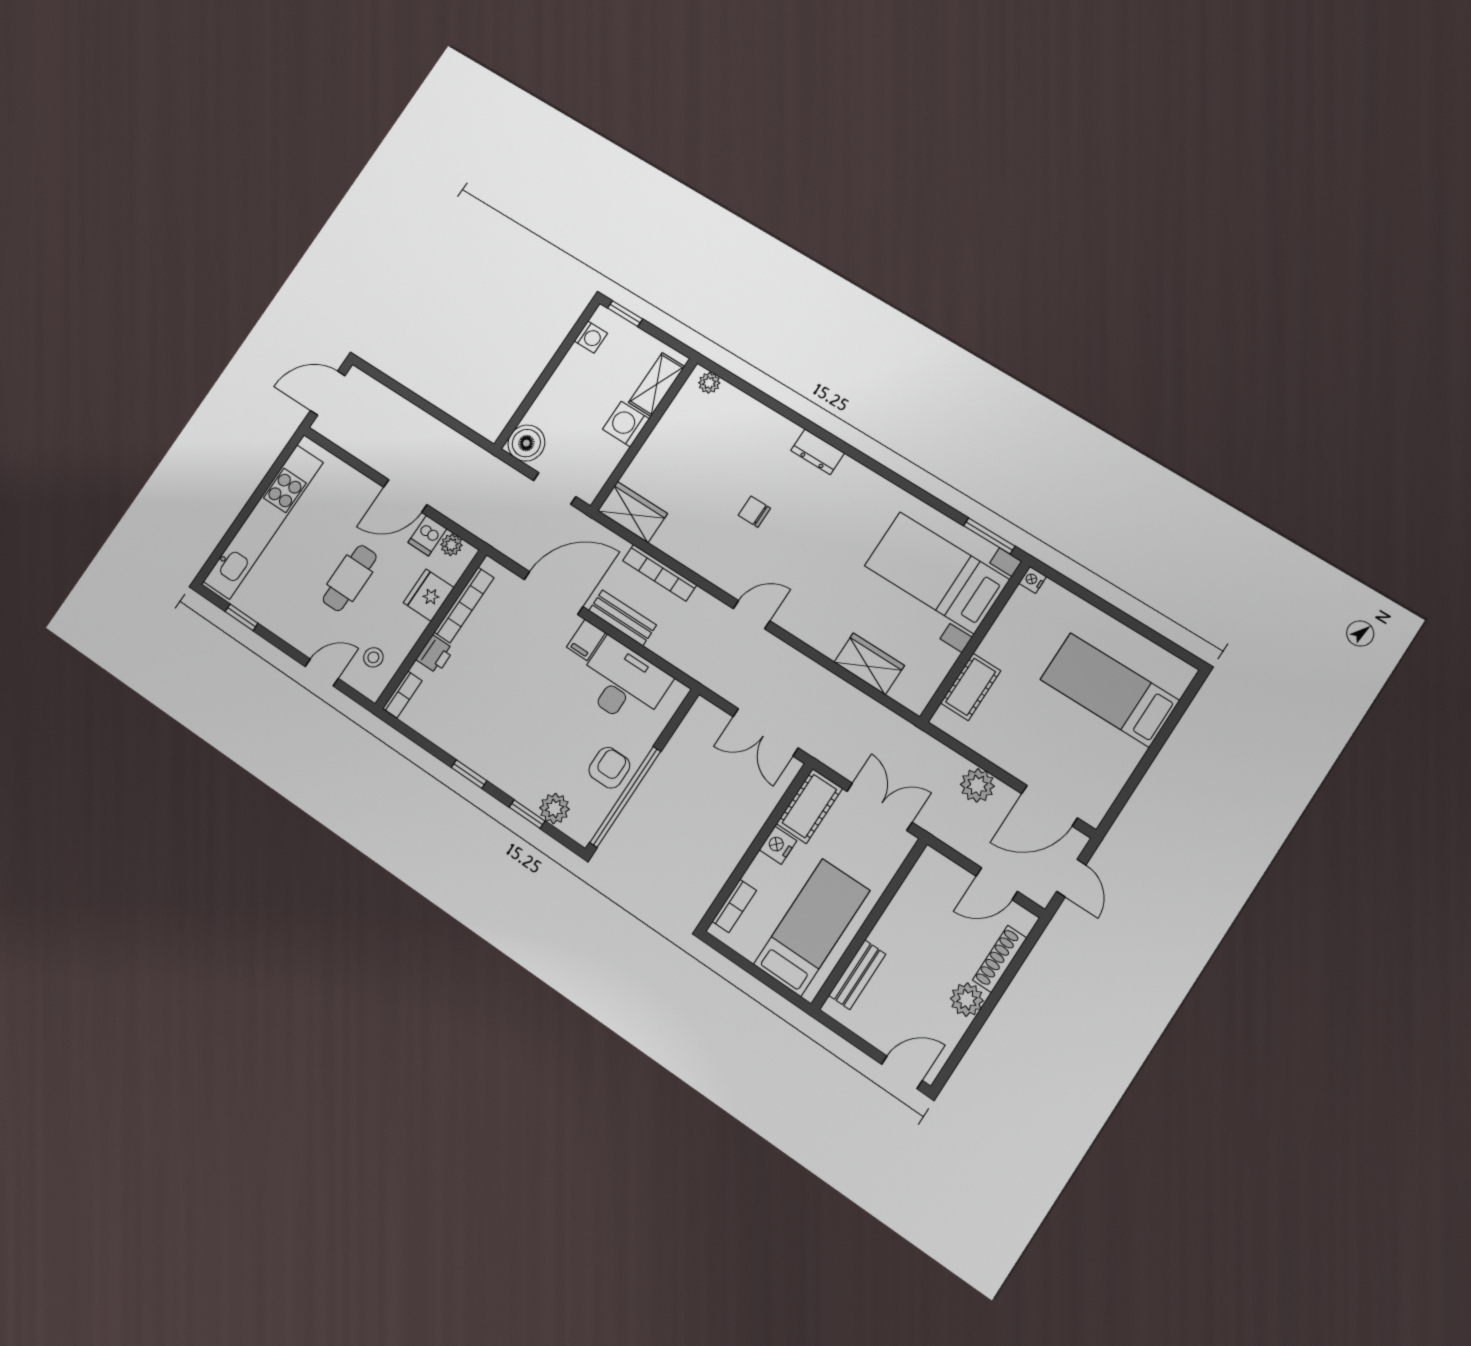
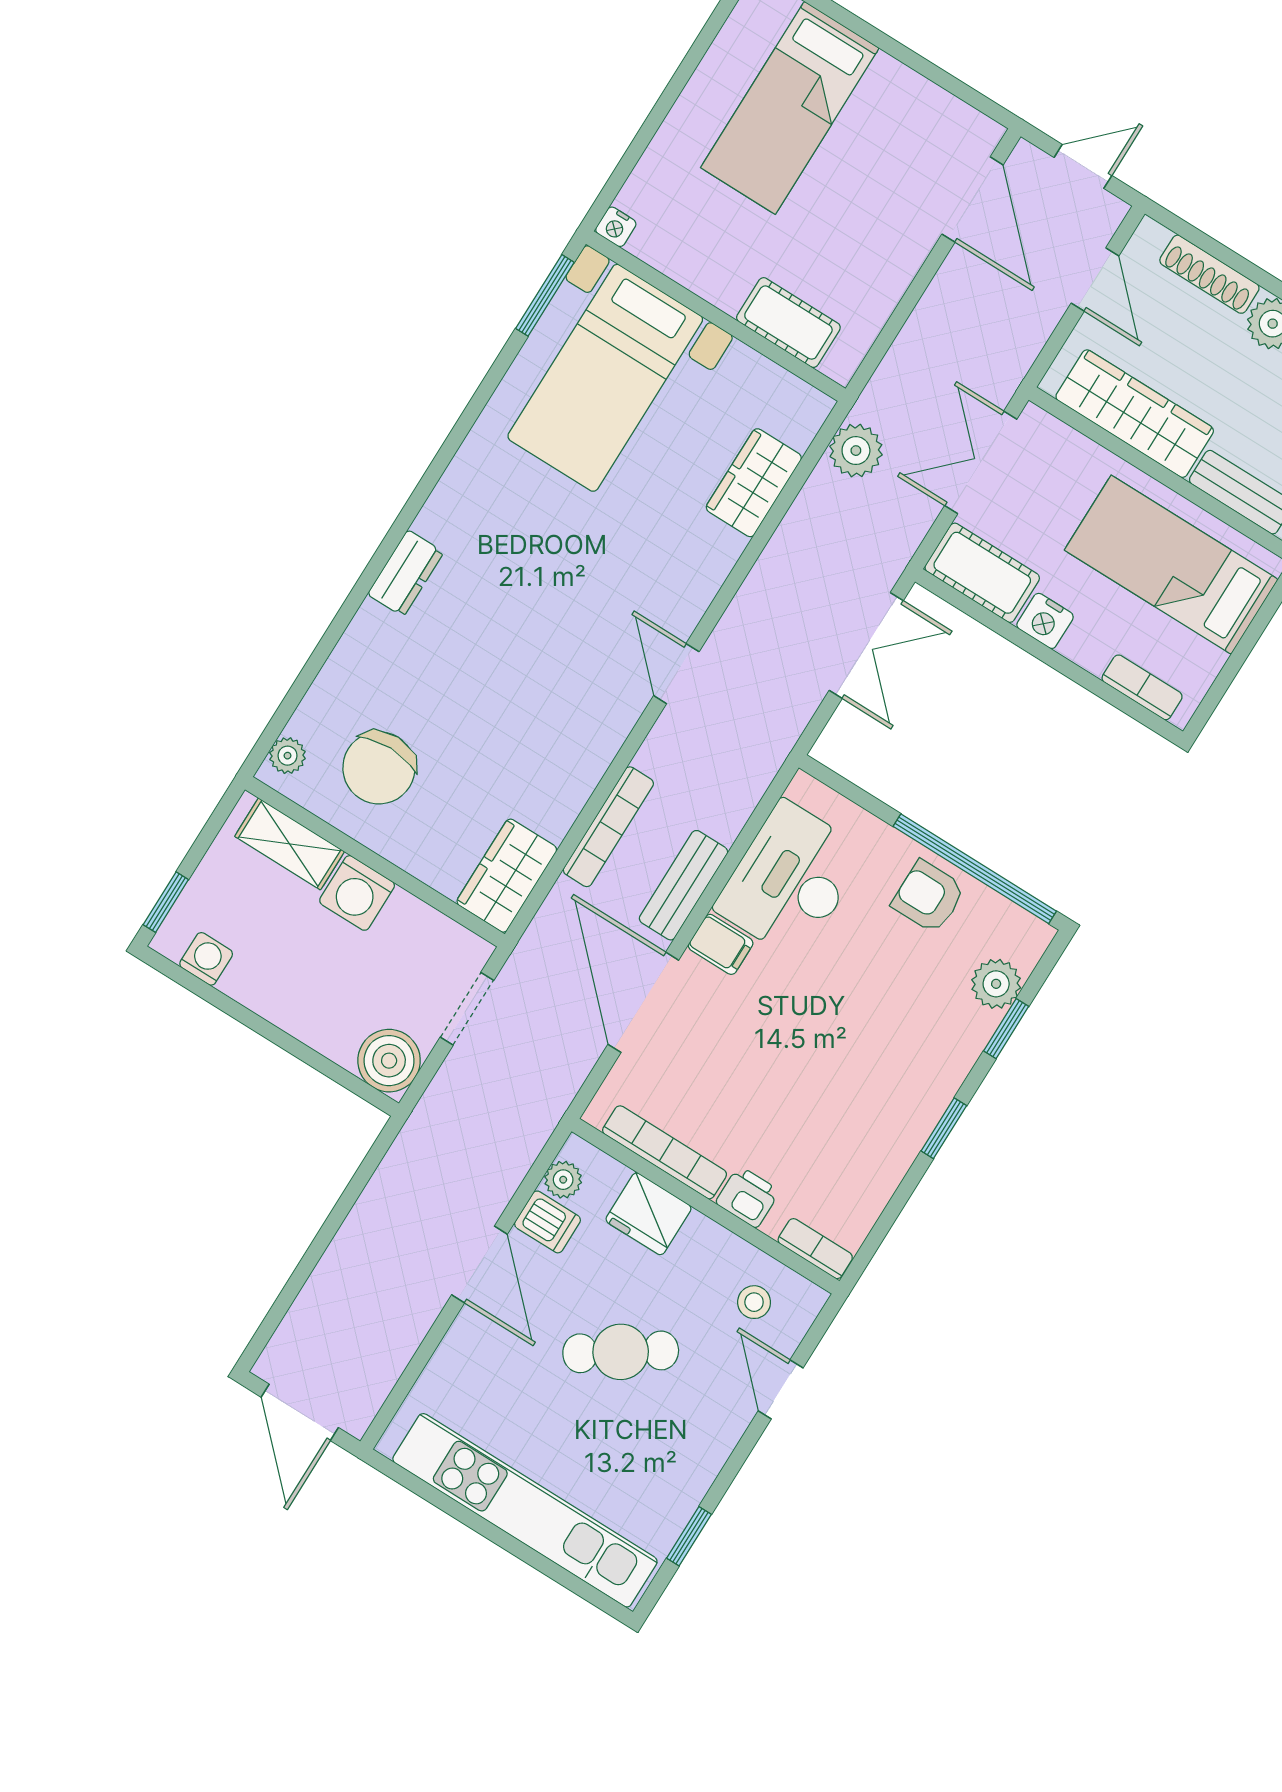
chair: (754, 512) -> (379, 768), moved, width x1.87, depth x1.87
cafe table: (350, 578) -> (621, 1352), turned -34
plant: (977, 785) -> (856, 451), moved
wardrobe: (909, 907) -> (1135, 414), added

